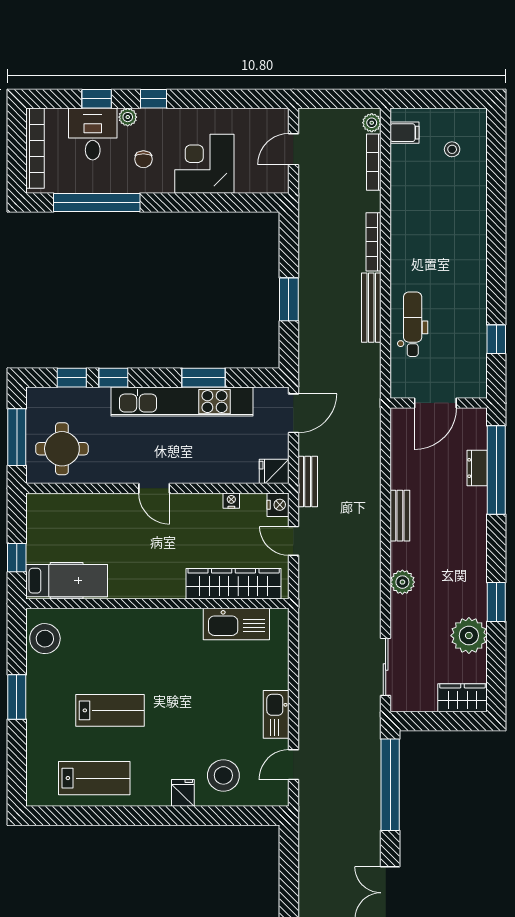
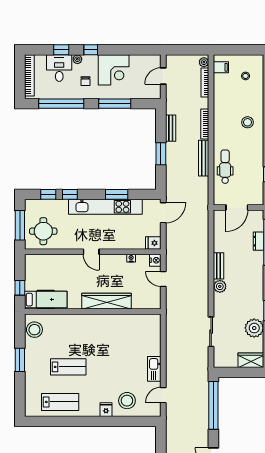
corner desk: (204, 164) -> (114, 70), moved, turned 180
window: (200, 203) -> (115, 104), added
stool: (456, 239) -> (247, 122), added
bench: (308, 482) -> (171, 128), moved
plant: (402, 582) -> (220, 286), moved
wardrobe: (234, 584) -> (106, 301), moved
kitchen sink: (236, 624) -> (134, 322), removed
sliding door: (386, 667) -> (211, 332), moved

